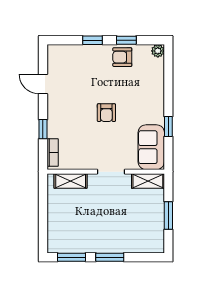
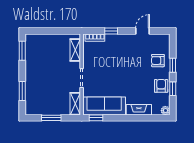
fireplace: (157, 89) -> (139, 110), added
armchair: (106, 113) -> (158, 61), moved
window: (168, 127) -> (96, 118), moved
sofa: (151, 147) -> (104, 106), width x1.36
window: (110, 257) -> (22, 91), moved

